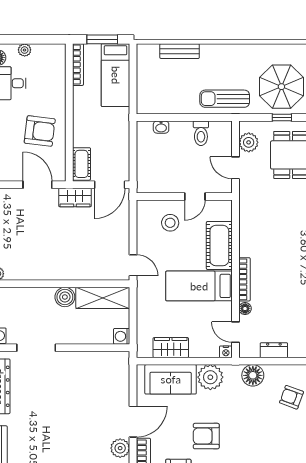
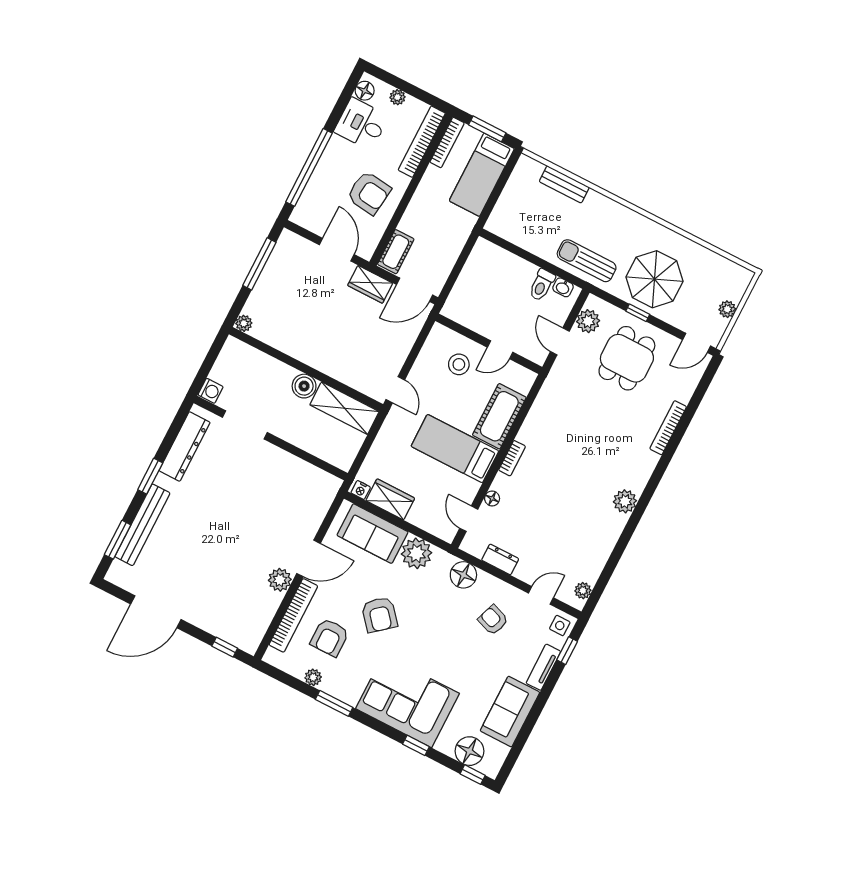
bookcase: (59, 73) -> (422, 142), added
washbasin: (161, 127) -> (563, 287), moved
bookcase: (244, 279) -> (512, 458), width x0.64
washing machine: (122, 336) -> (344, 460), removed
nightstand: (226, 352) -> (361, 490), moved
armchair: (206, 436) -> (379, 615), turned -130

